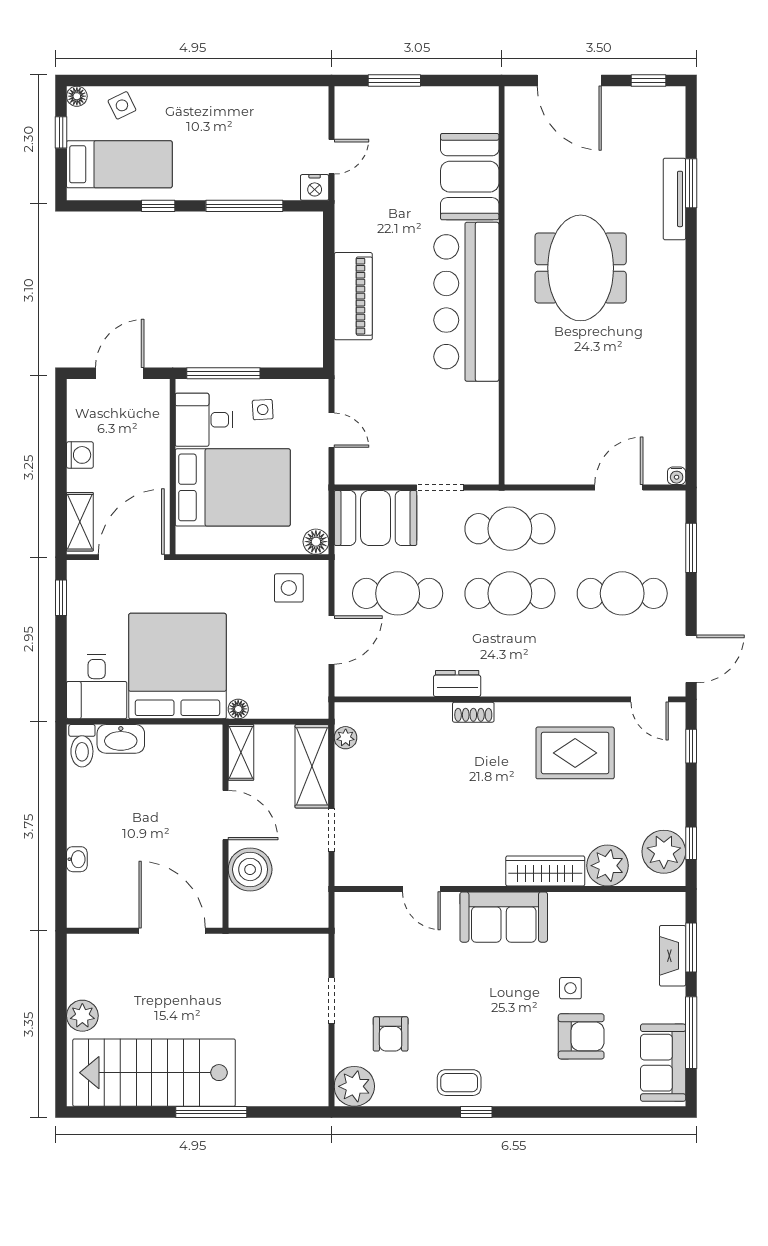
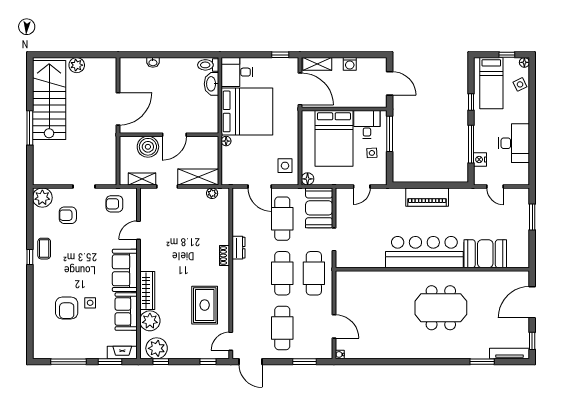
desk: (243, 118) -> (514, 143), added
nightstand: (315, 187) -> (480, 159), moved
tv unit: (674, 199) -> (509, 353), moved
shelving: (241, 752) -> (142, 179), moved
armchair: (367, 938) -> (114, 204), added
fireplace: (673, 956) -> (122, 353), moved
sofa: (663, 1063) -> (126, 312), moved, turned -90

